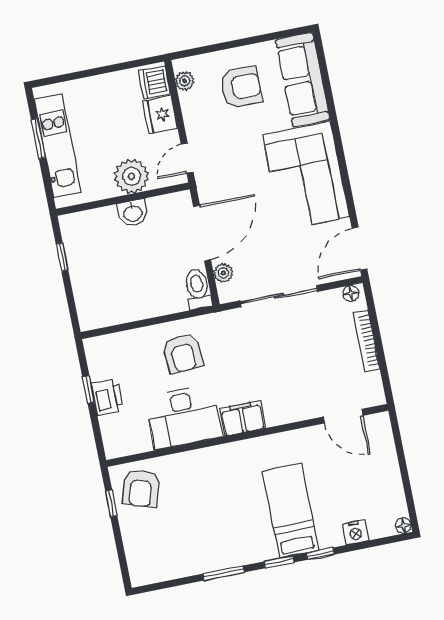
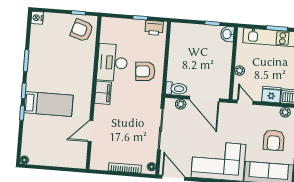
plant: (131, 176) -> (240, 71), width x0.53, depth x0.53
washbasin: (133, 213) -> (227, 34), moved
printer: (107, 397) -> (154, 28), moved
door: (343, 416) -> (91, 131), moved
nightstand: (355, 532) -> (37, 18), moved

